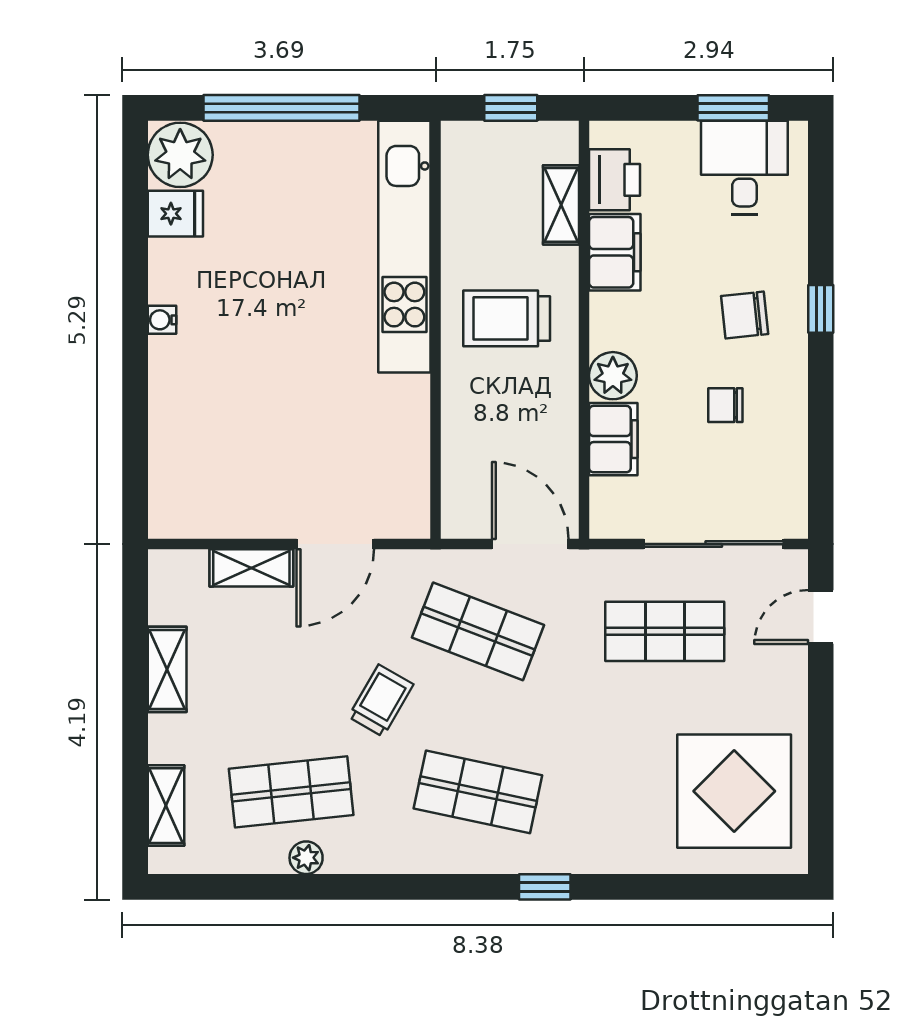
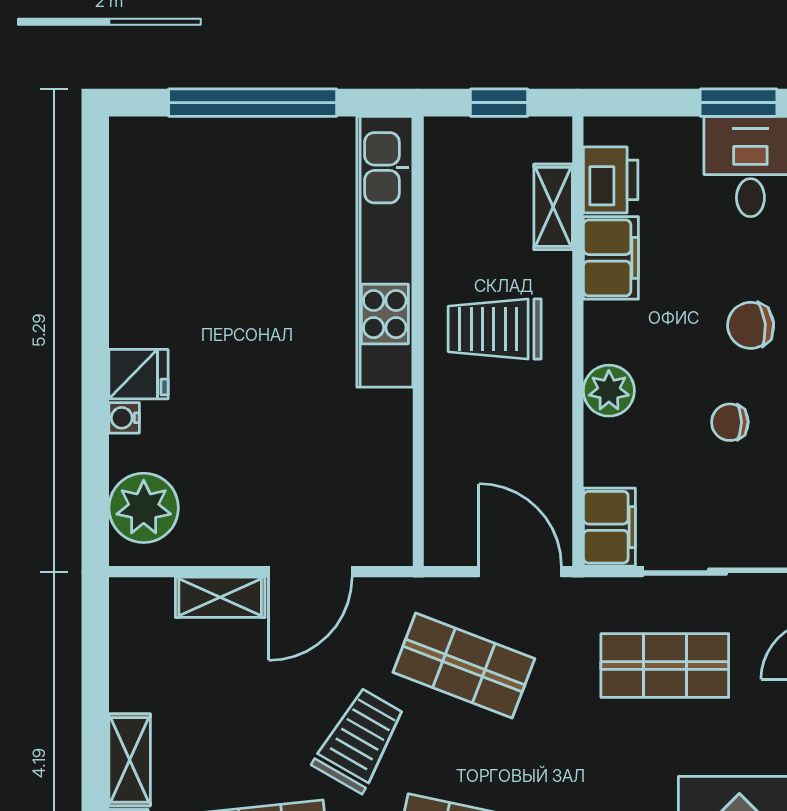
plant: (180, 155) -> (144, 508), moved
fridge: (175, 214) -> (138, 374), moved
water cooler: (162, 320) -> (124, 418), moved
filing cabinet: (613, 439) -> (609, 527), moved
shelving: (167, 669) -> (130, 760), moved
trolley: (381, 701) -> (359, 740), width x1.36, depth x1.39

